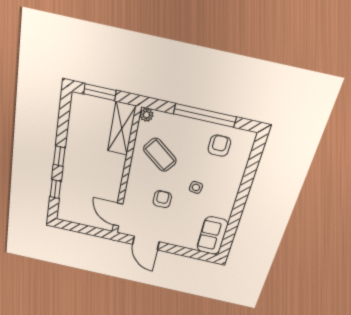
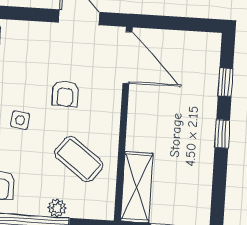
plant: (146, 115) -> (57, 208), moved
door: (118, 215) -> (127, 58), width x1.36

